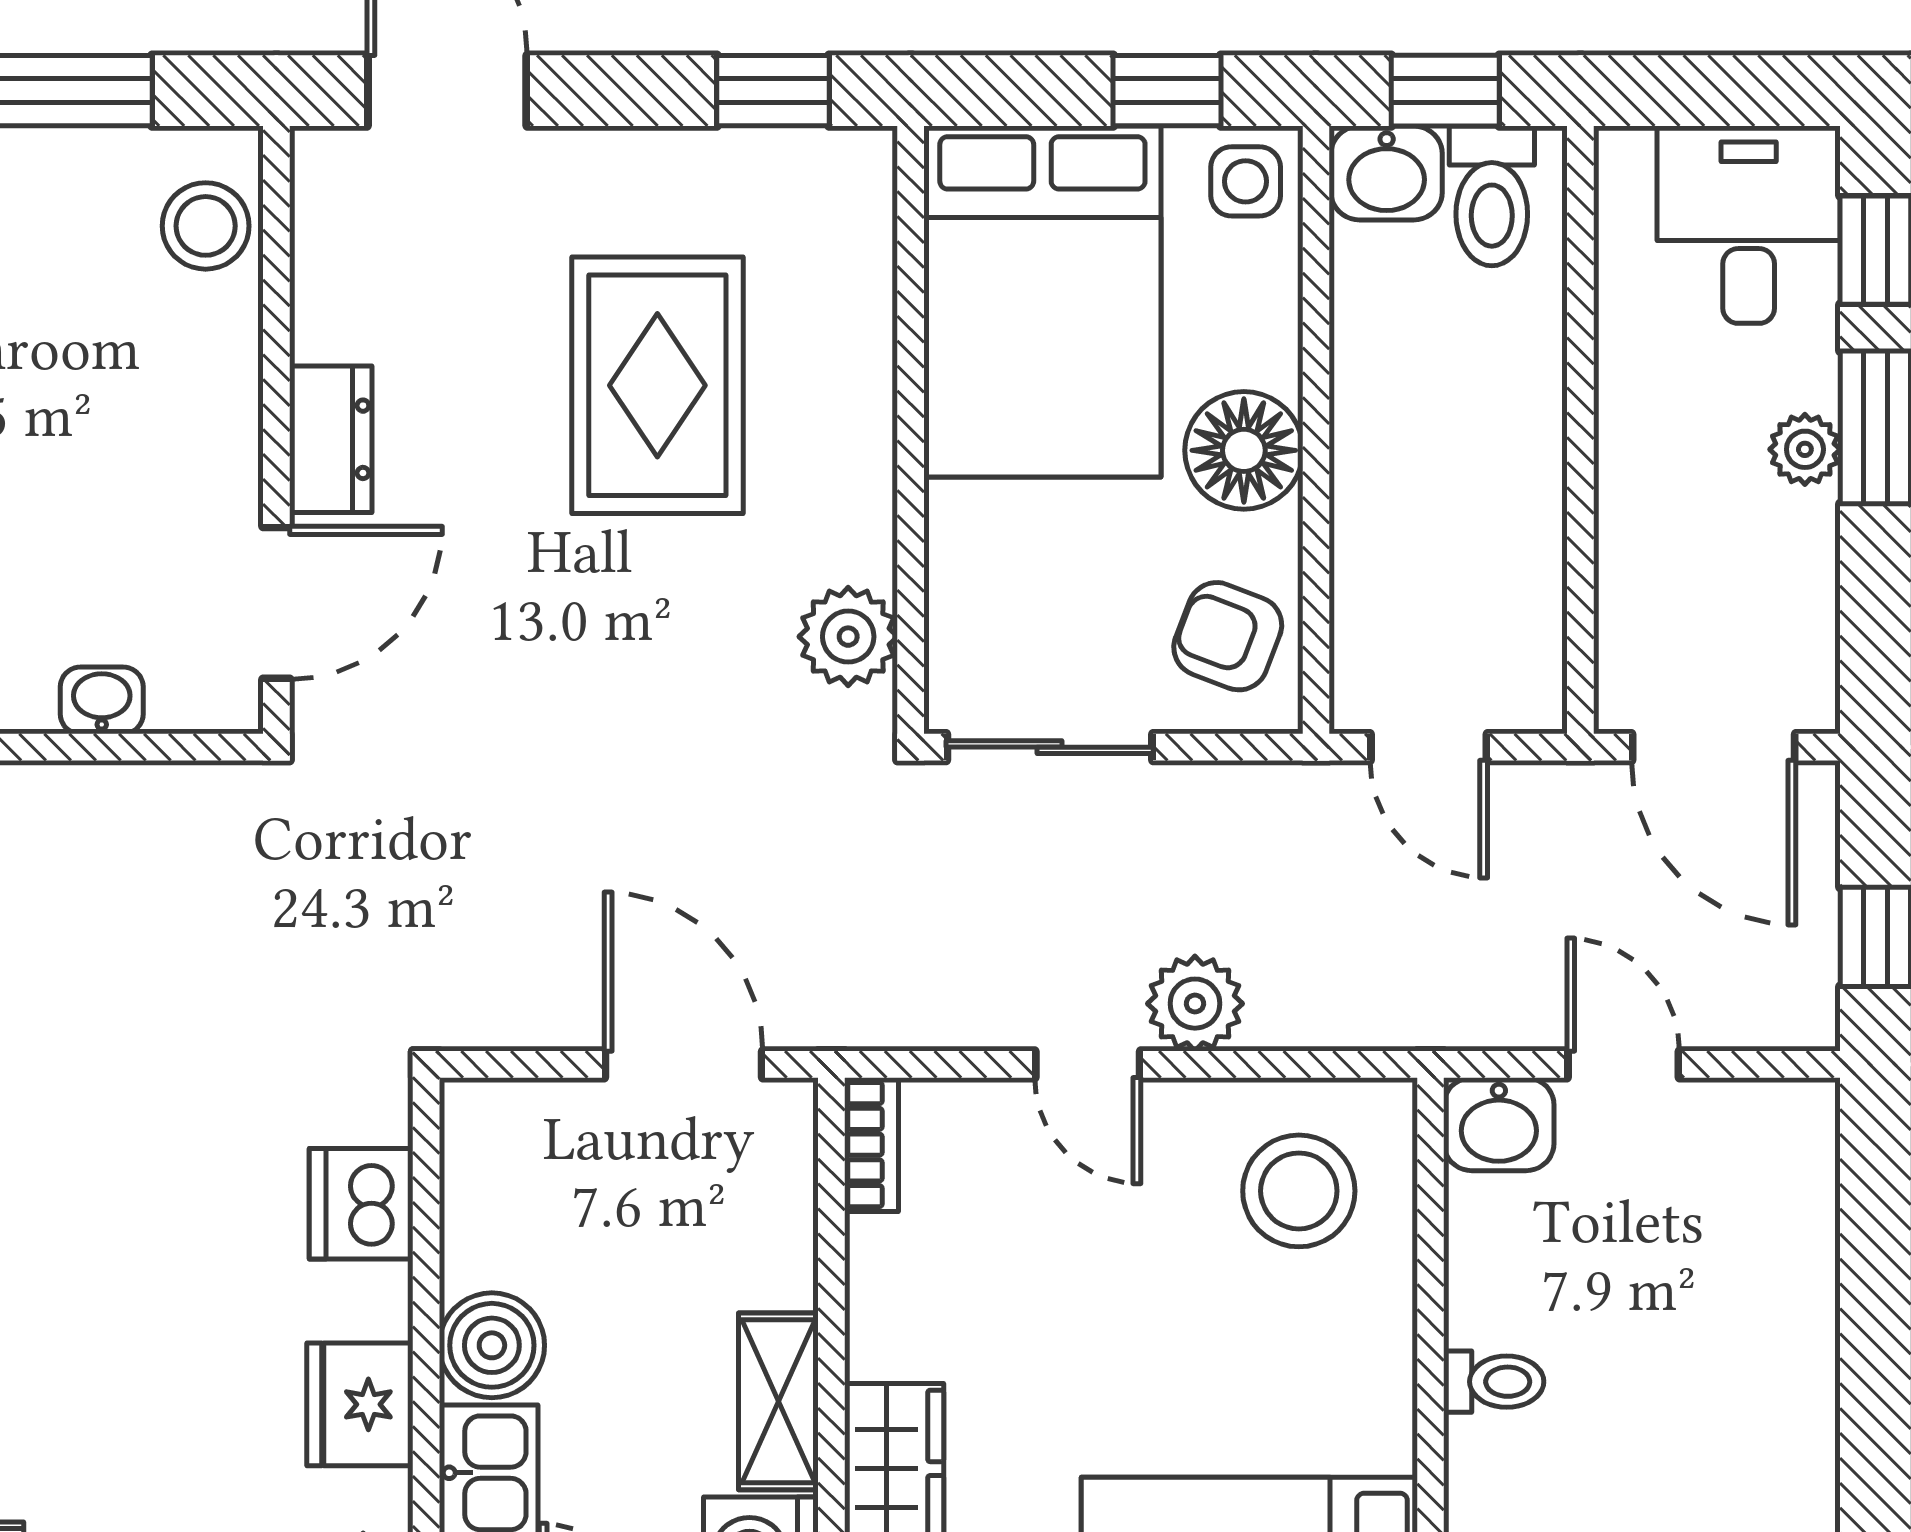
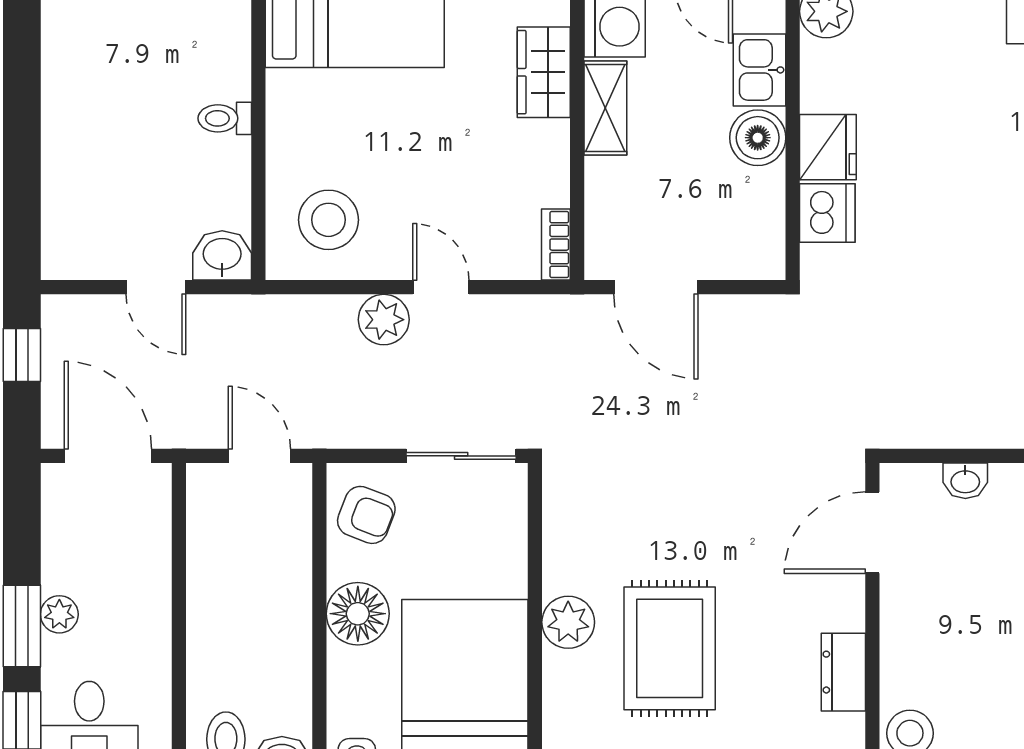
dresser: (331, 439) -> (843, 672), moved
plant: (848, 637) -> (568, 622), moved
fridge: (360, 1404) -> (828, 147), moved

